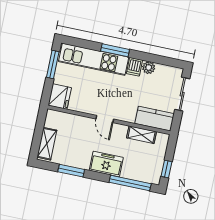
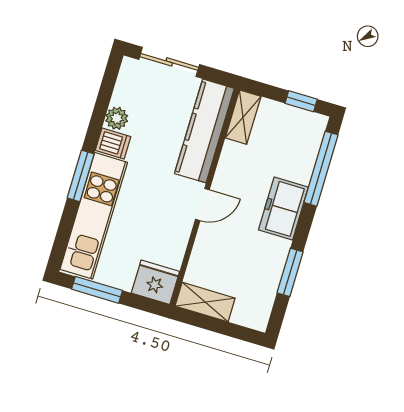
kitchen counter: (155, 119) -> (204, 131), width x1.50
shelving: (142, 135) -> (243, 117), moved
shelving: (47, 144) -> (205, 302), moved

